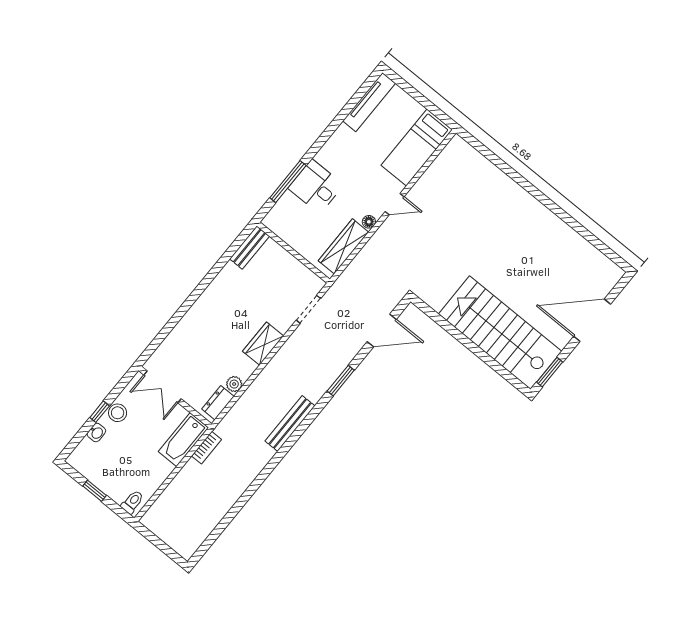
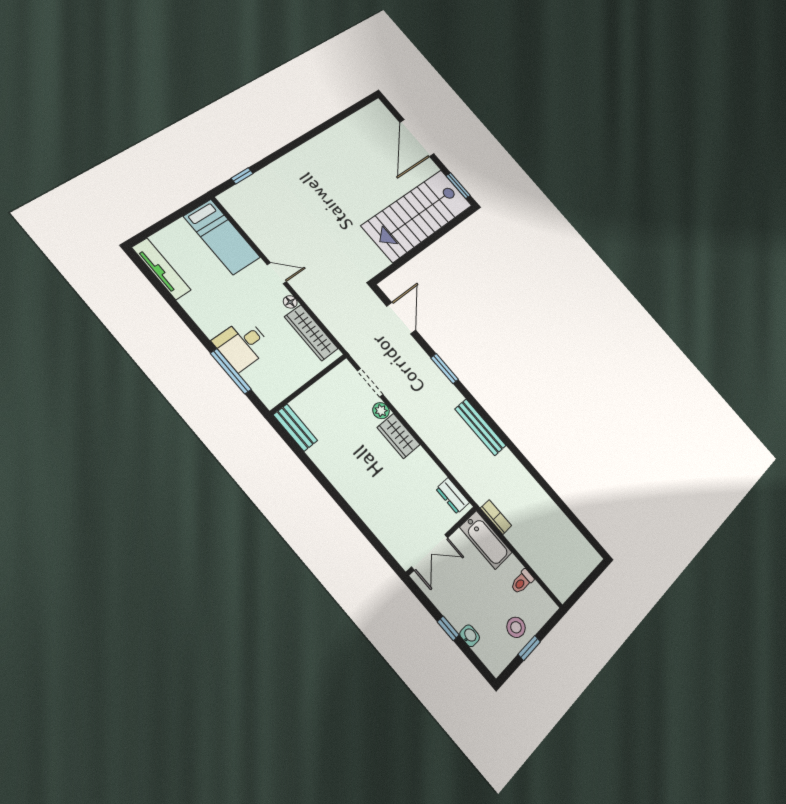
window: (487, 153) -> (242, 176), added
door: (395, 204) -> (277, 273), hinge flipped
plant: (234, 384) -> (381, 411), moved
stool: (118, 413) -> (516, 627), moved
toilet: (132, 502) -> (522, 582), moved, turned -90

